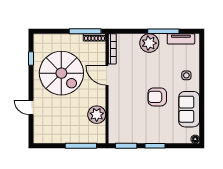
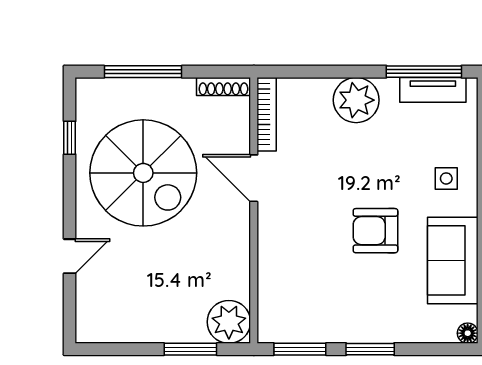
window: (85, 31) -> (143, 72), moved
window: (163, 31) -> (424, 72), moved
door: (31, 107) -> (70, 256), swing flipped
plant: (97, 115) -> (229, 322), moved
window: (81, 146) -> (190, 349), width x0.69

